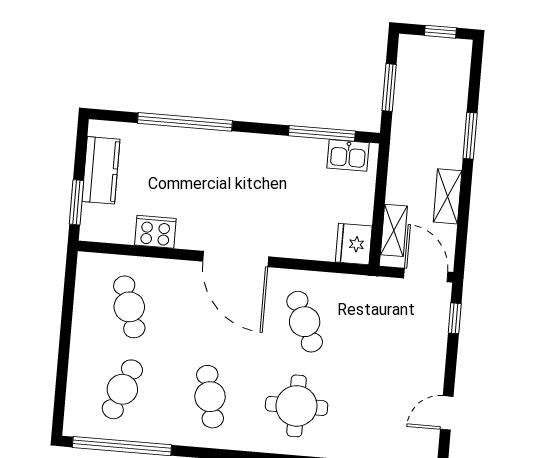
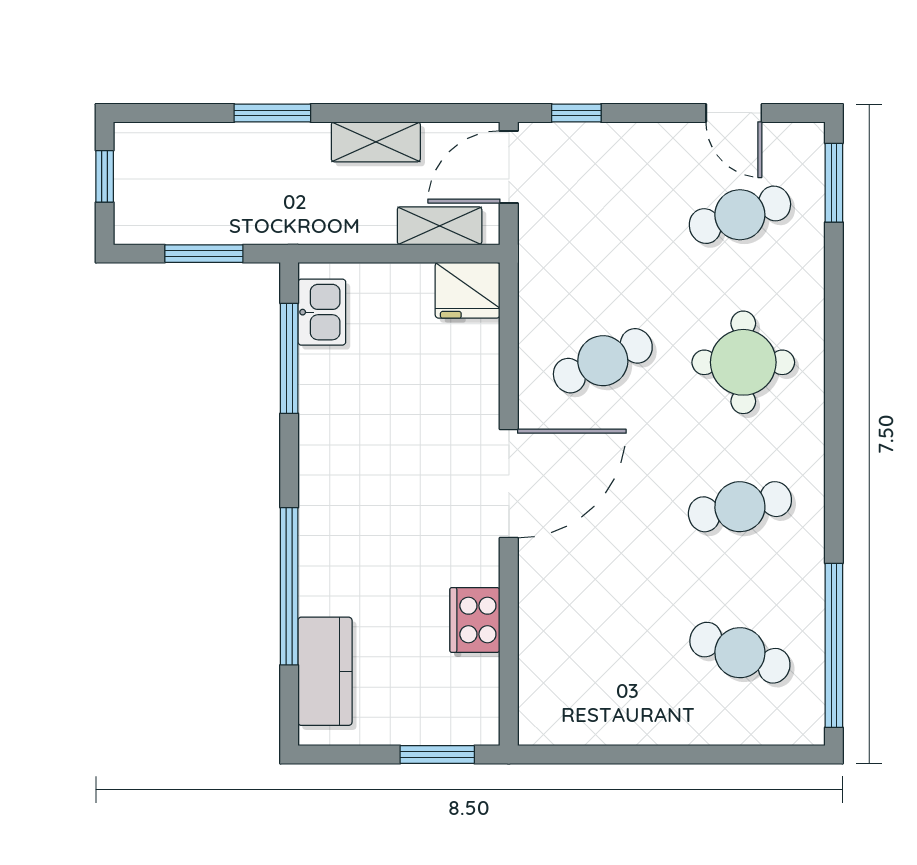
kitchen counter: (101, 170) -> (325, 671), moved, turned 90
cafe table: (129, 307) -> (740, 215), moved

